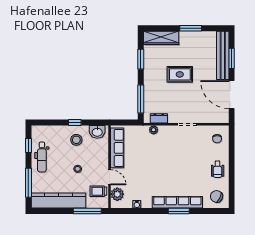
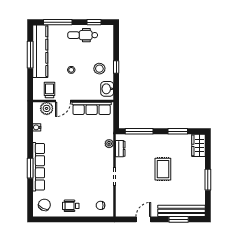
wardrobe: (161, 38) -> (198, 145), width x0.67
door: (232, 95) -> (143, 219), width x0.53
window: (87, 211) -> (30, 55), moved

